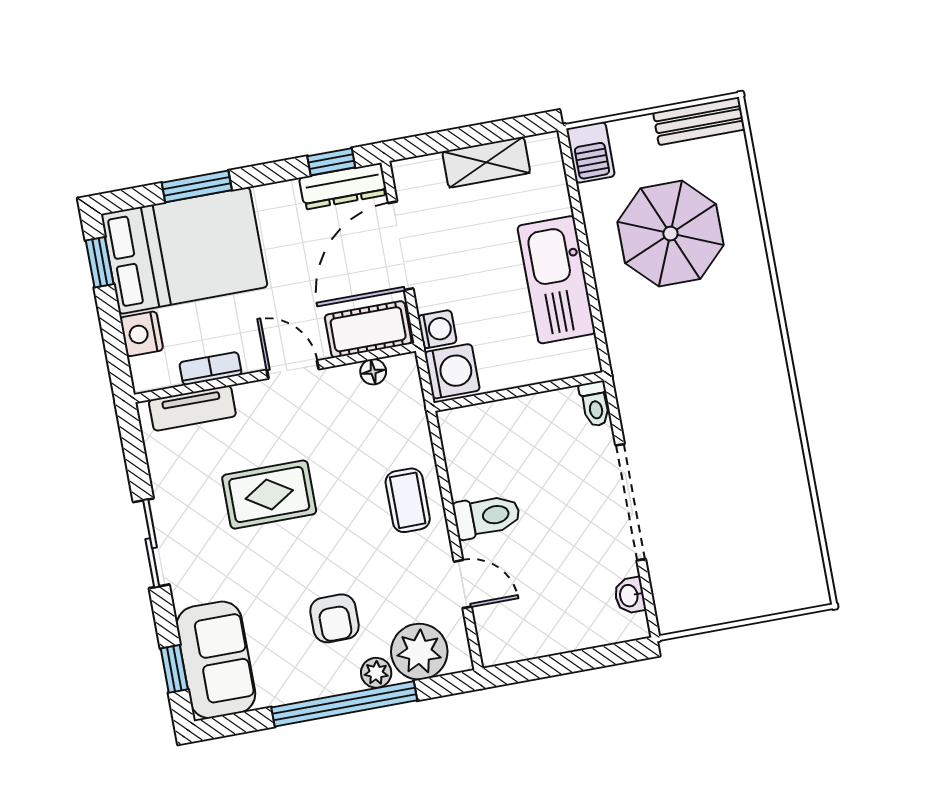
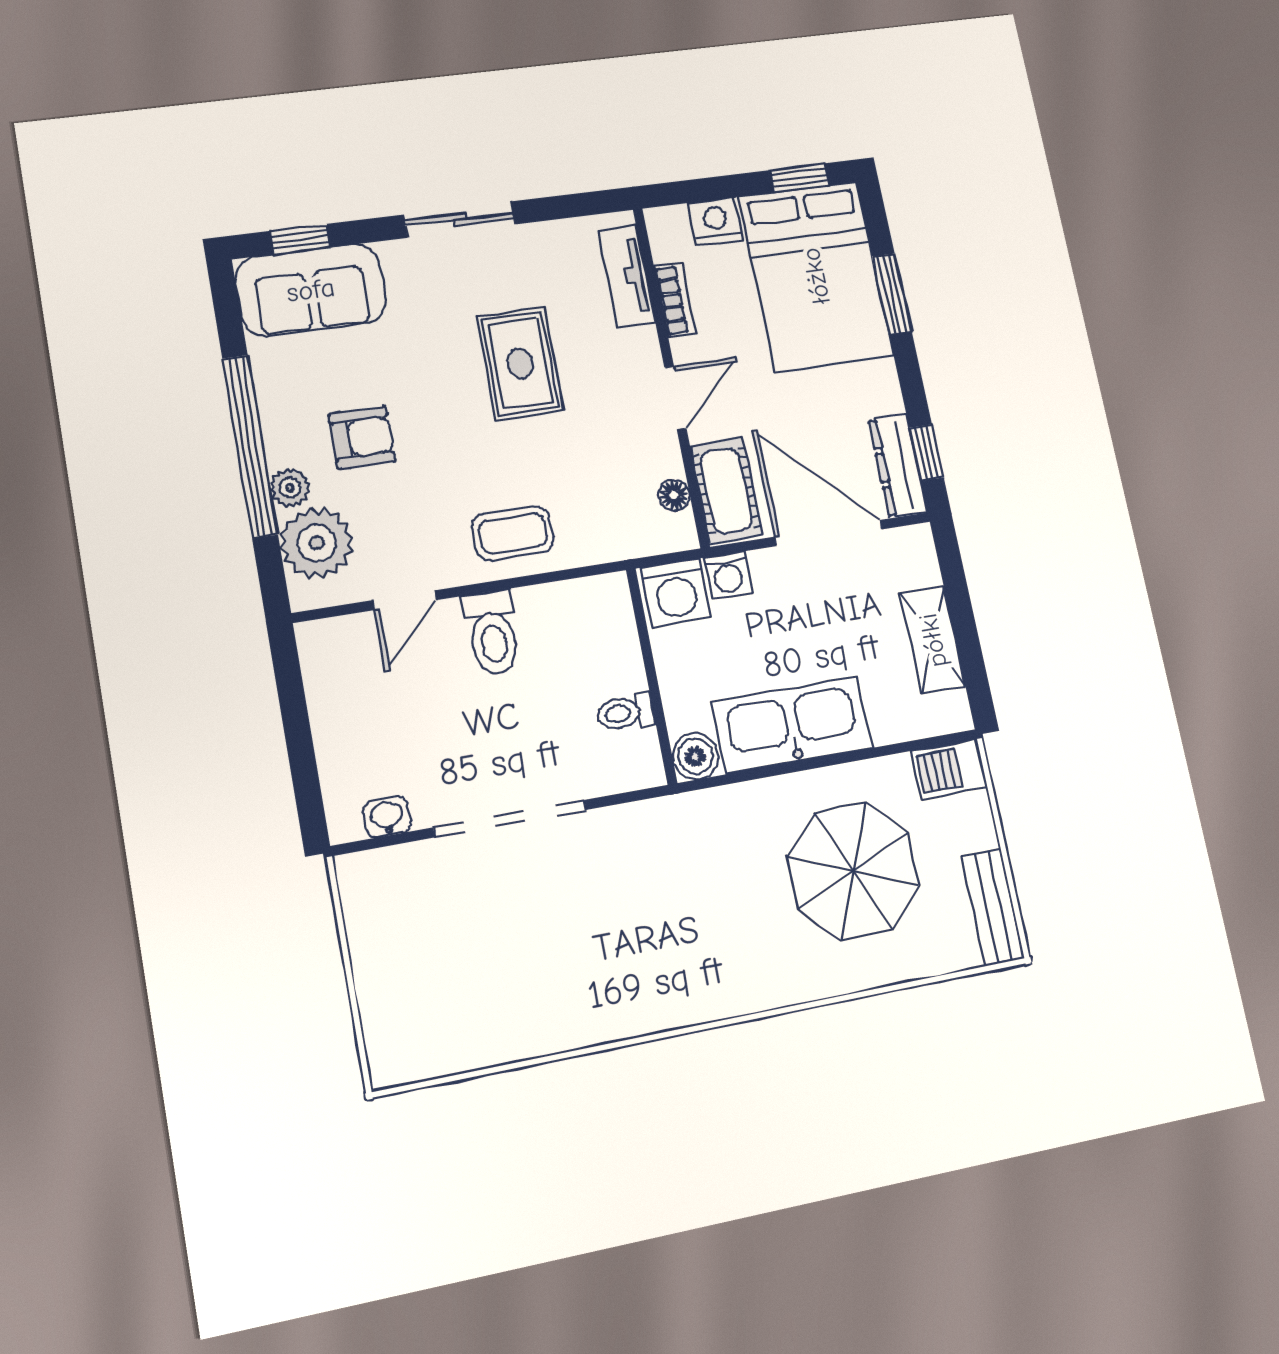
boiler: (582, 358) -> (695, 756), added
toilet: (595, 404) -> (625, 713), moved
armchair: (335, 618) -> (362, 438), turned 180

